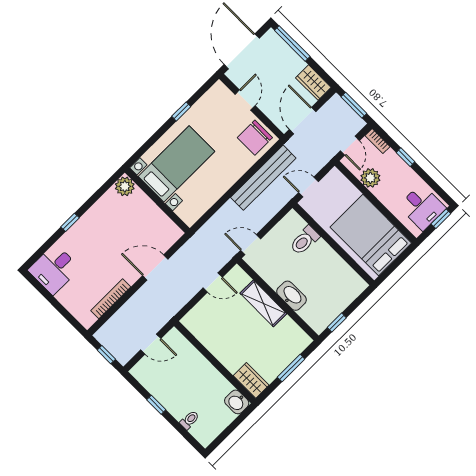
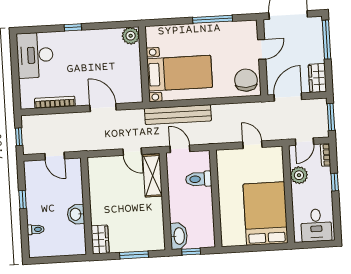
window: (181, 111) -> (213, 19), width x2.17
chair: (255, 138) -> (246, 80), turned 90
bed with nightstands: (177, 164) -> (180, 73), moved
bench: (263, 178) -> (178, 115), moved
window: (441, 219) -> (322, 244), removed
toilet: (305, 240) -> (199, 179), moved
wall: (333, 244) -> (216, 199), moved
desk: (54, 269) -> (35, 55), width x1.37
washbasin: (292, 296) -> (179, 236), moved
shelving: (263, 303) -> (153, 176), moved
washbasin: (237, 402) -> (76, 214), moved

